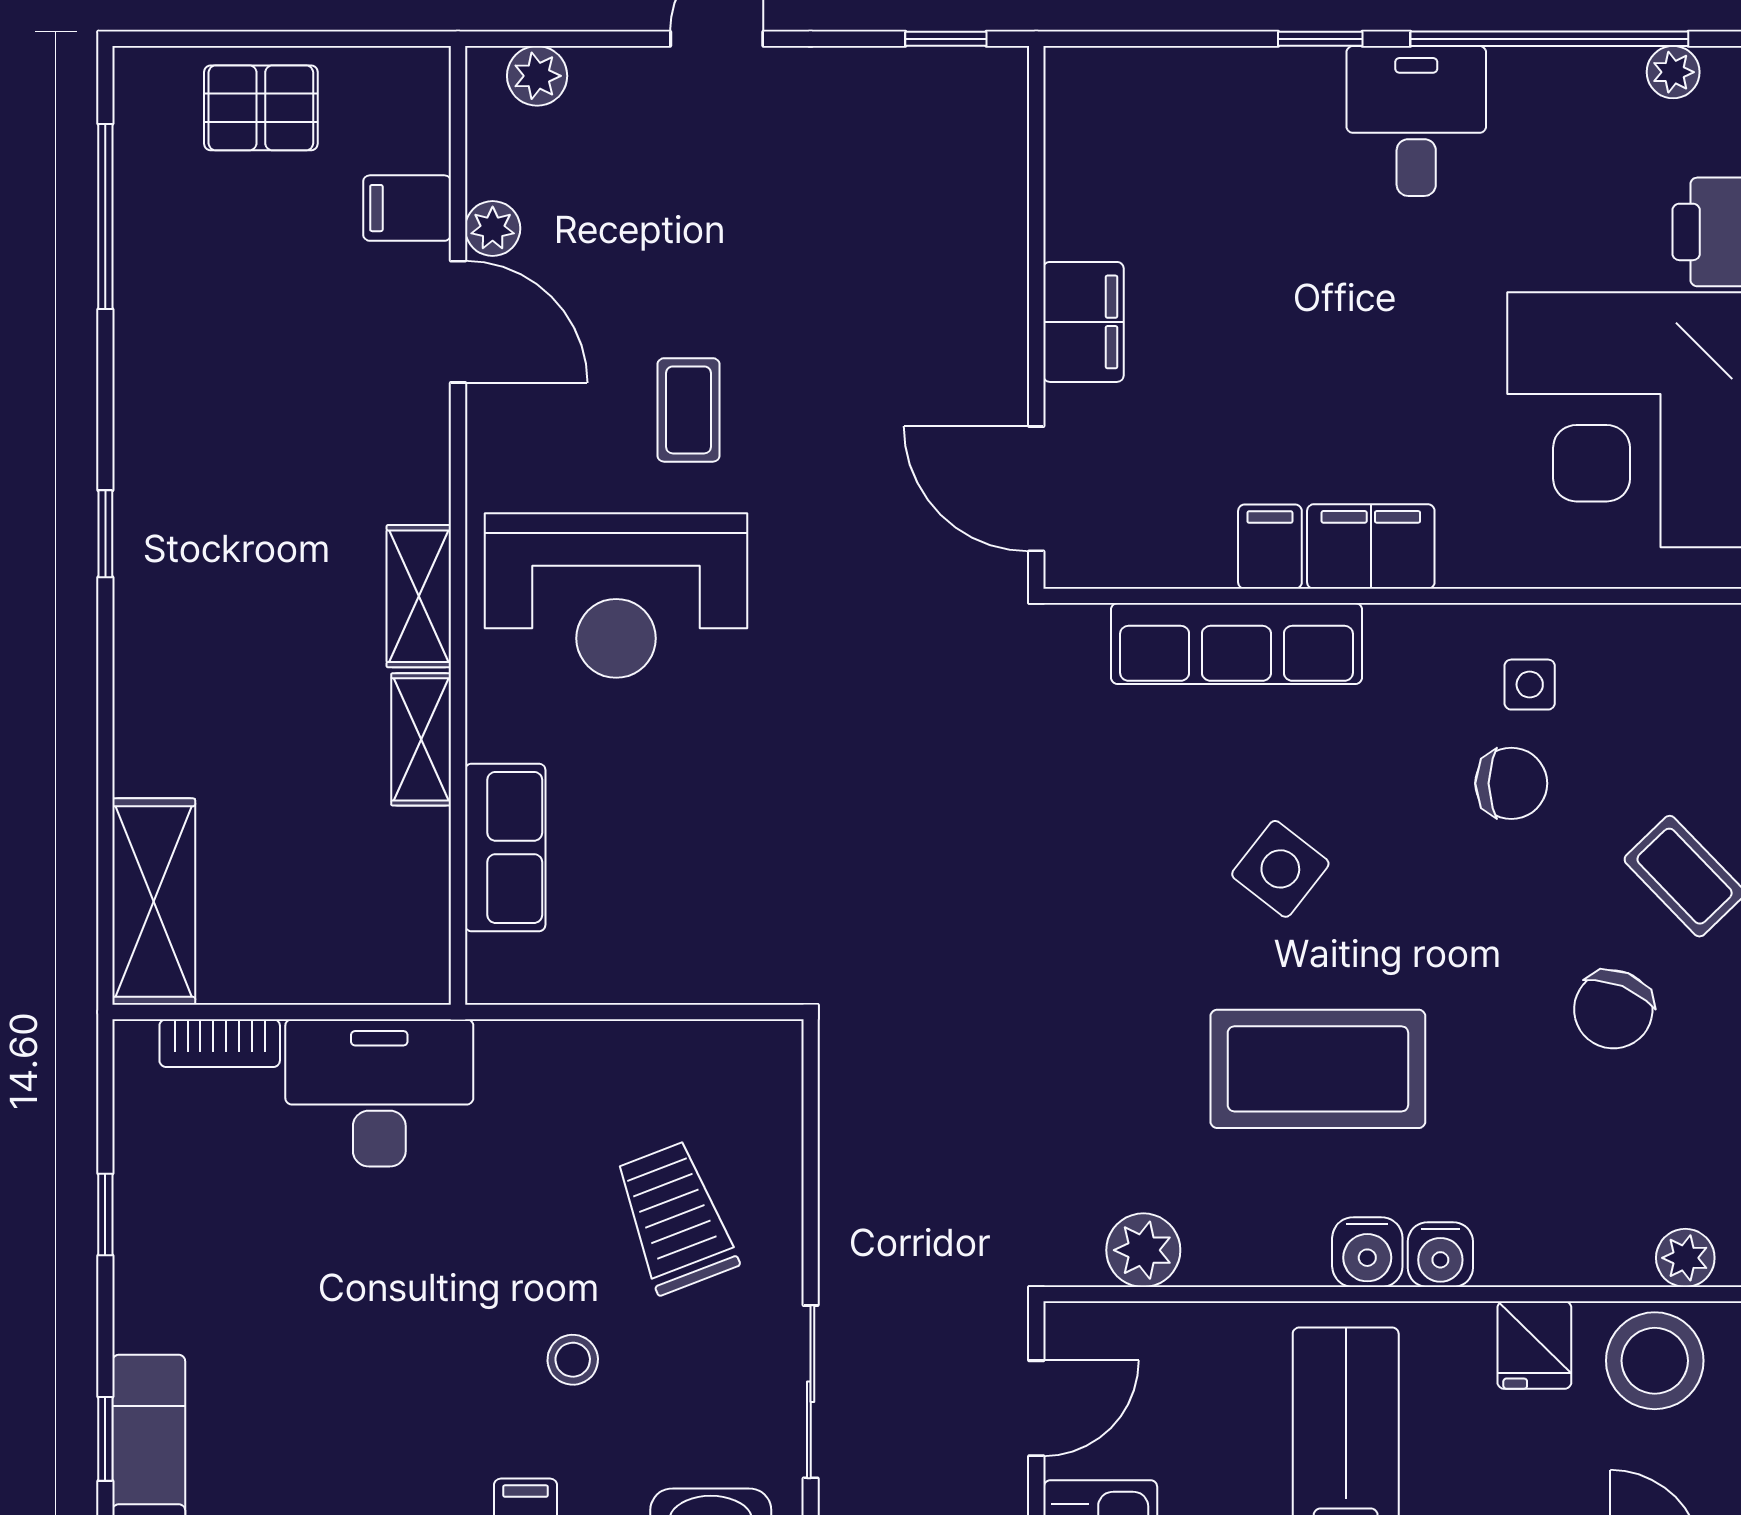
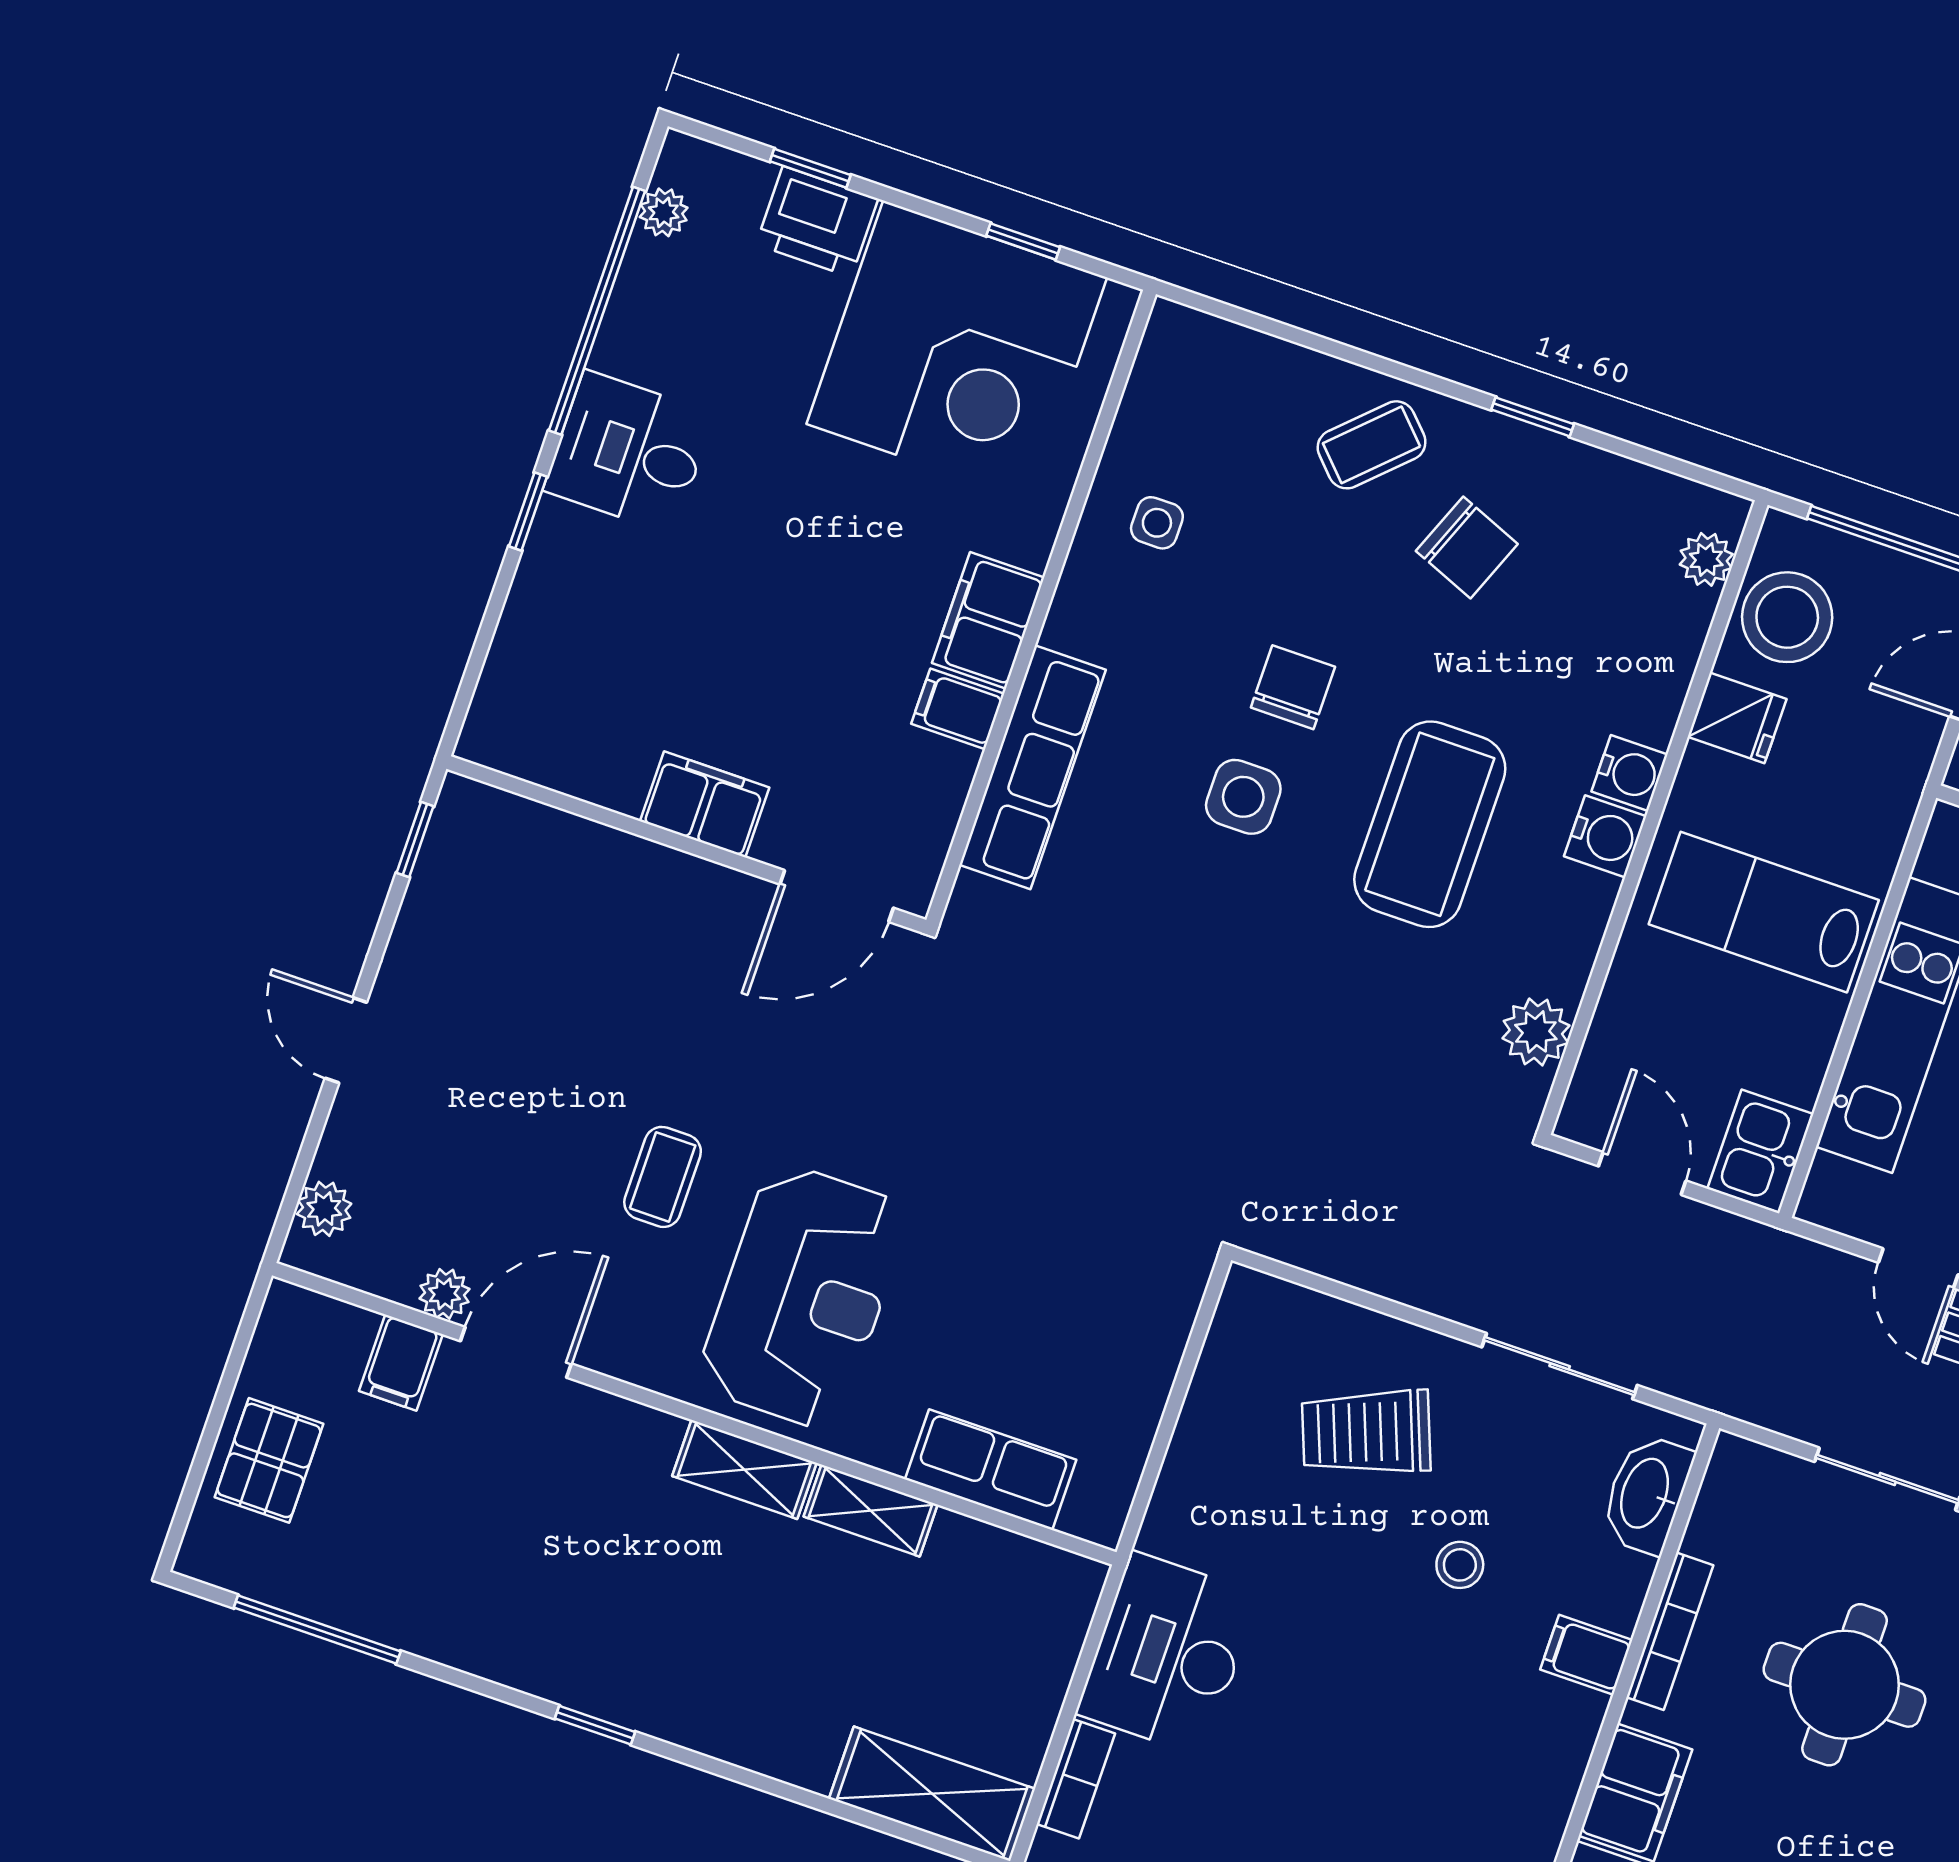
coffee table: (689, 410) -> (663, 1177), turned 90
chair: (1511, 783) -> (1293, 687), moved
side table: (1280, 869) -> (1243, 797), turned -38

